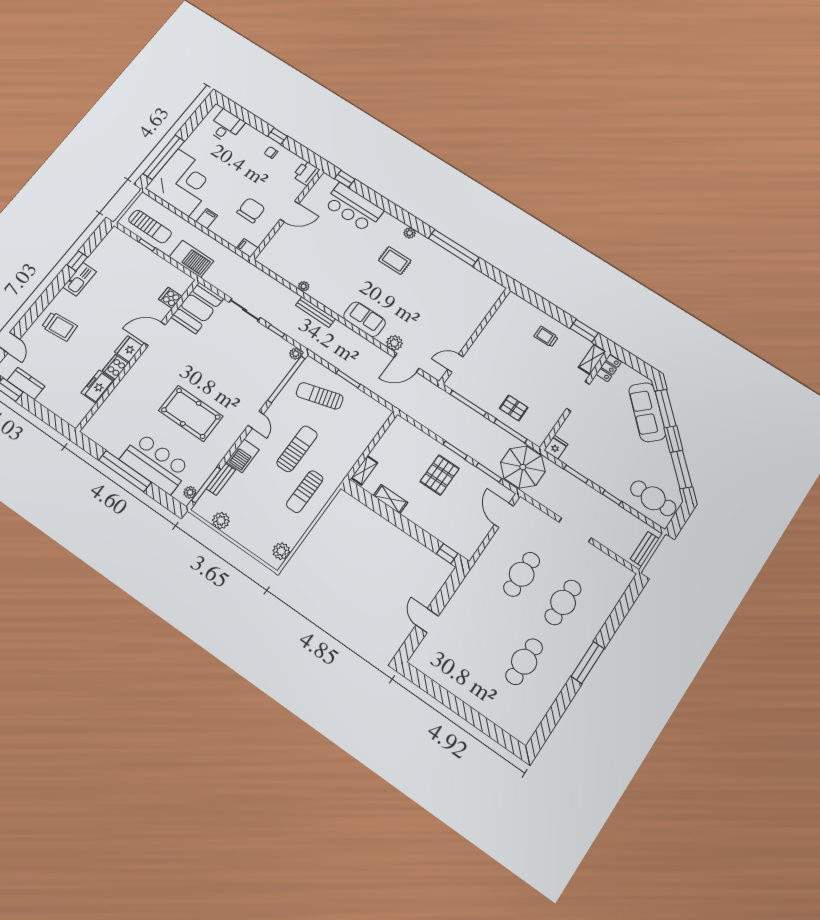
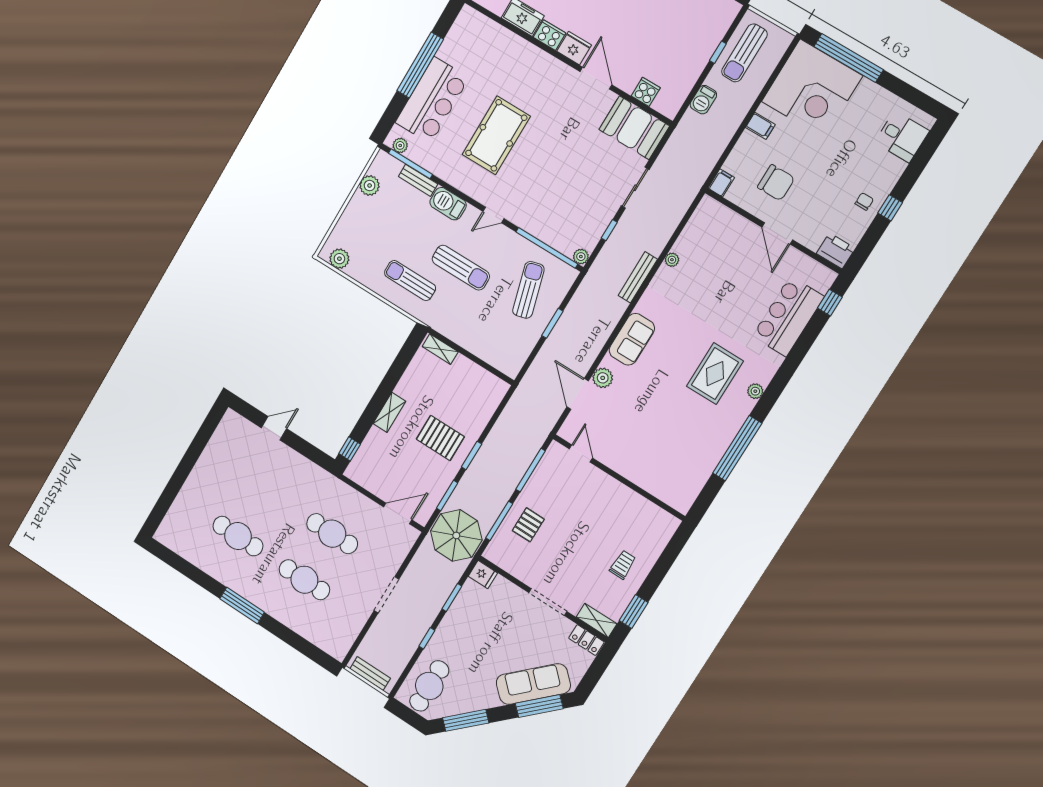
barbecue: (191, 259) -> (703, 100), width x0.53, depth x0.65
rug: (395, 261) -> (715, 374), width x1.36, depth x1.43
shelving: (390, 499) -> (389, 412), moved

